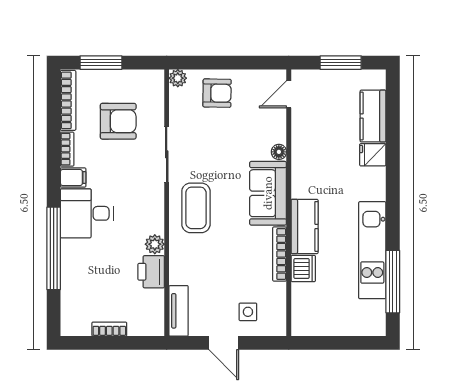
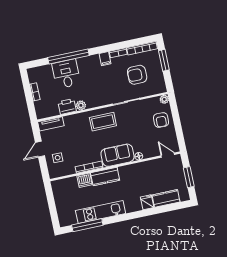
armchair: (118, 121) -> (137, 75), turned 90
desk: (87, 213) -> (66, 74), moved

